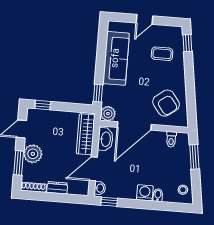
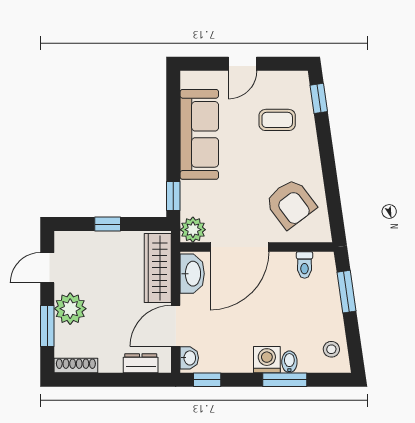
window: (43, 105) -> (108, 224), moved
dresser: (57, 188) -> (141, 363), moved
window: (154, 205) -> (285, 380), added

